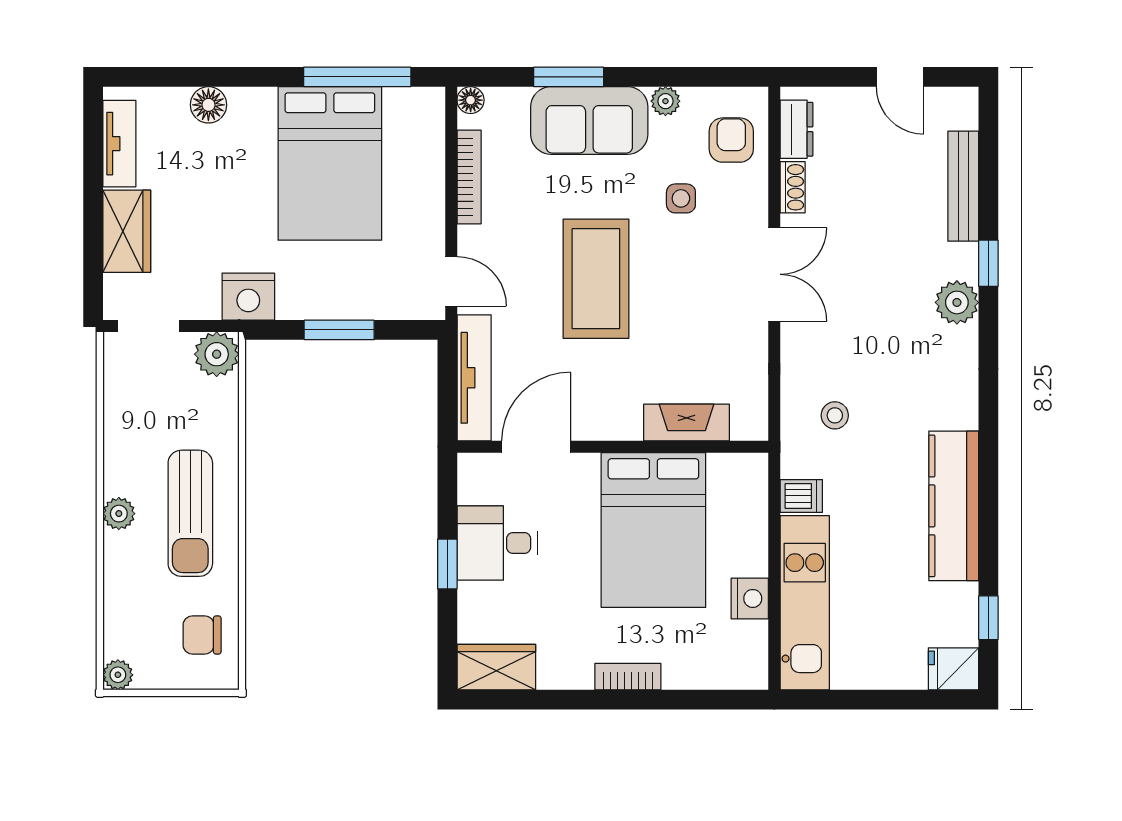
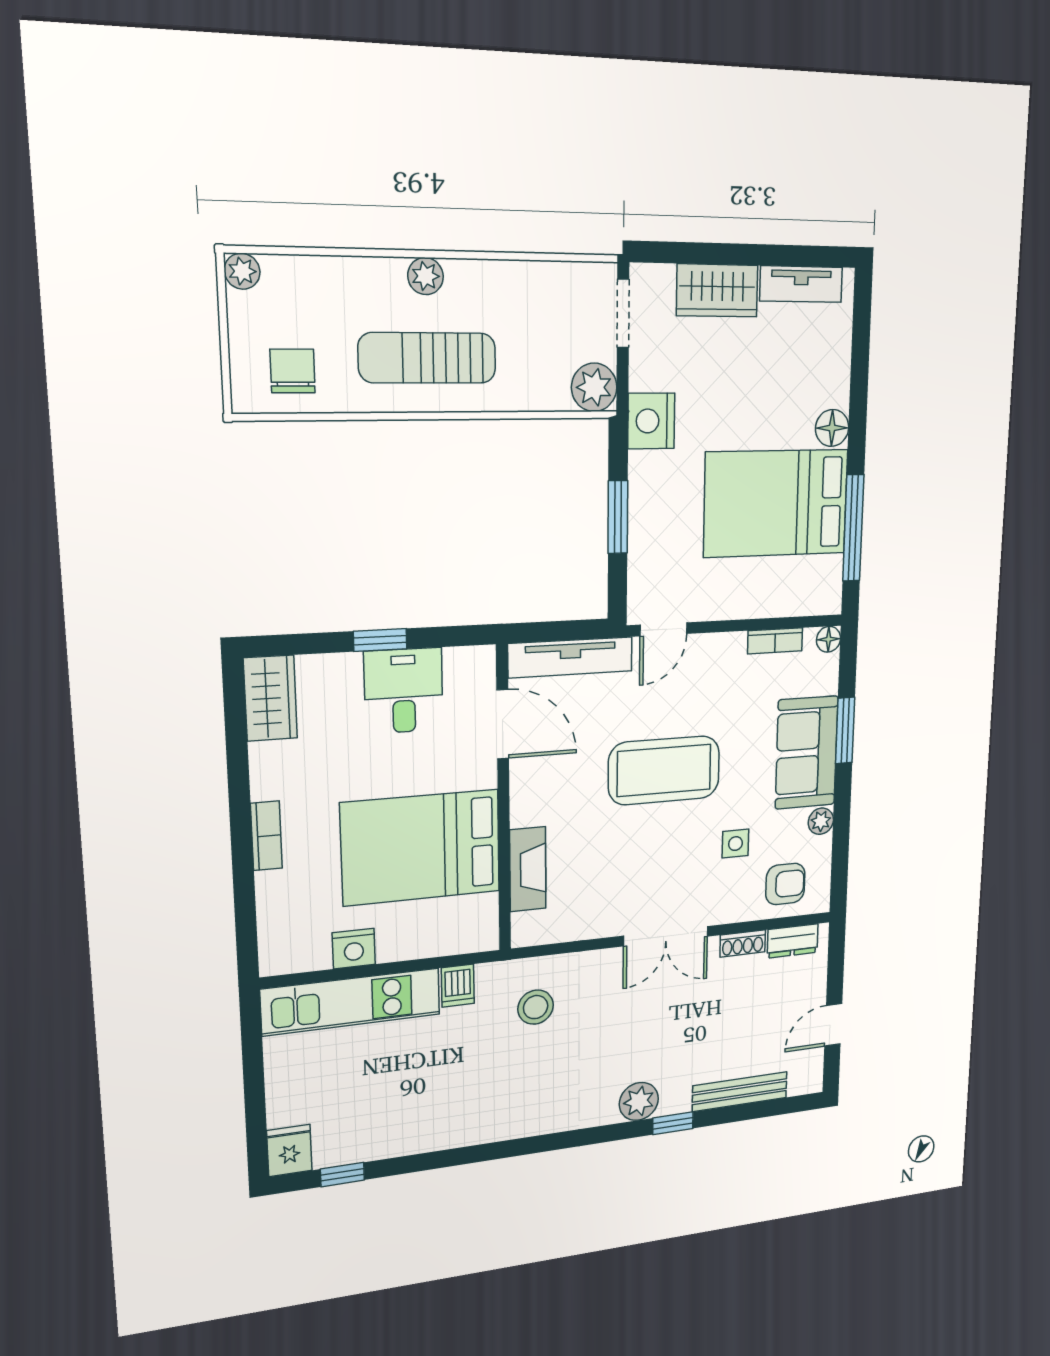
floor lamp: (208, 105) -> (832, 428), moved
bookcase: (469, 177) -> (775, 641), width x0.64
stool: (835, 415) -> (536, 1007), width x1.37, depth x1.37
kitchen counter: (954, 506) -> (451, 1127), removed

